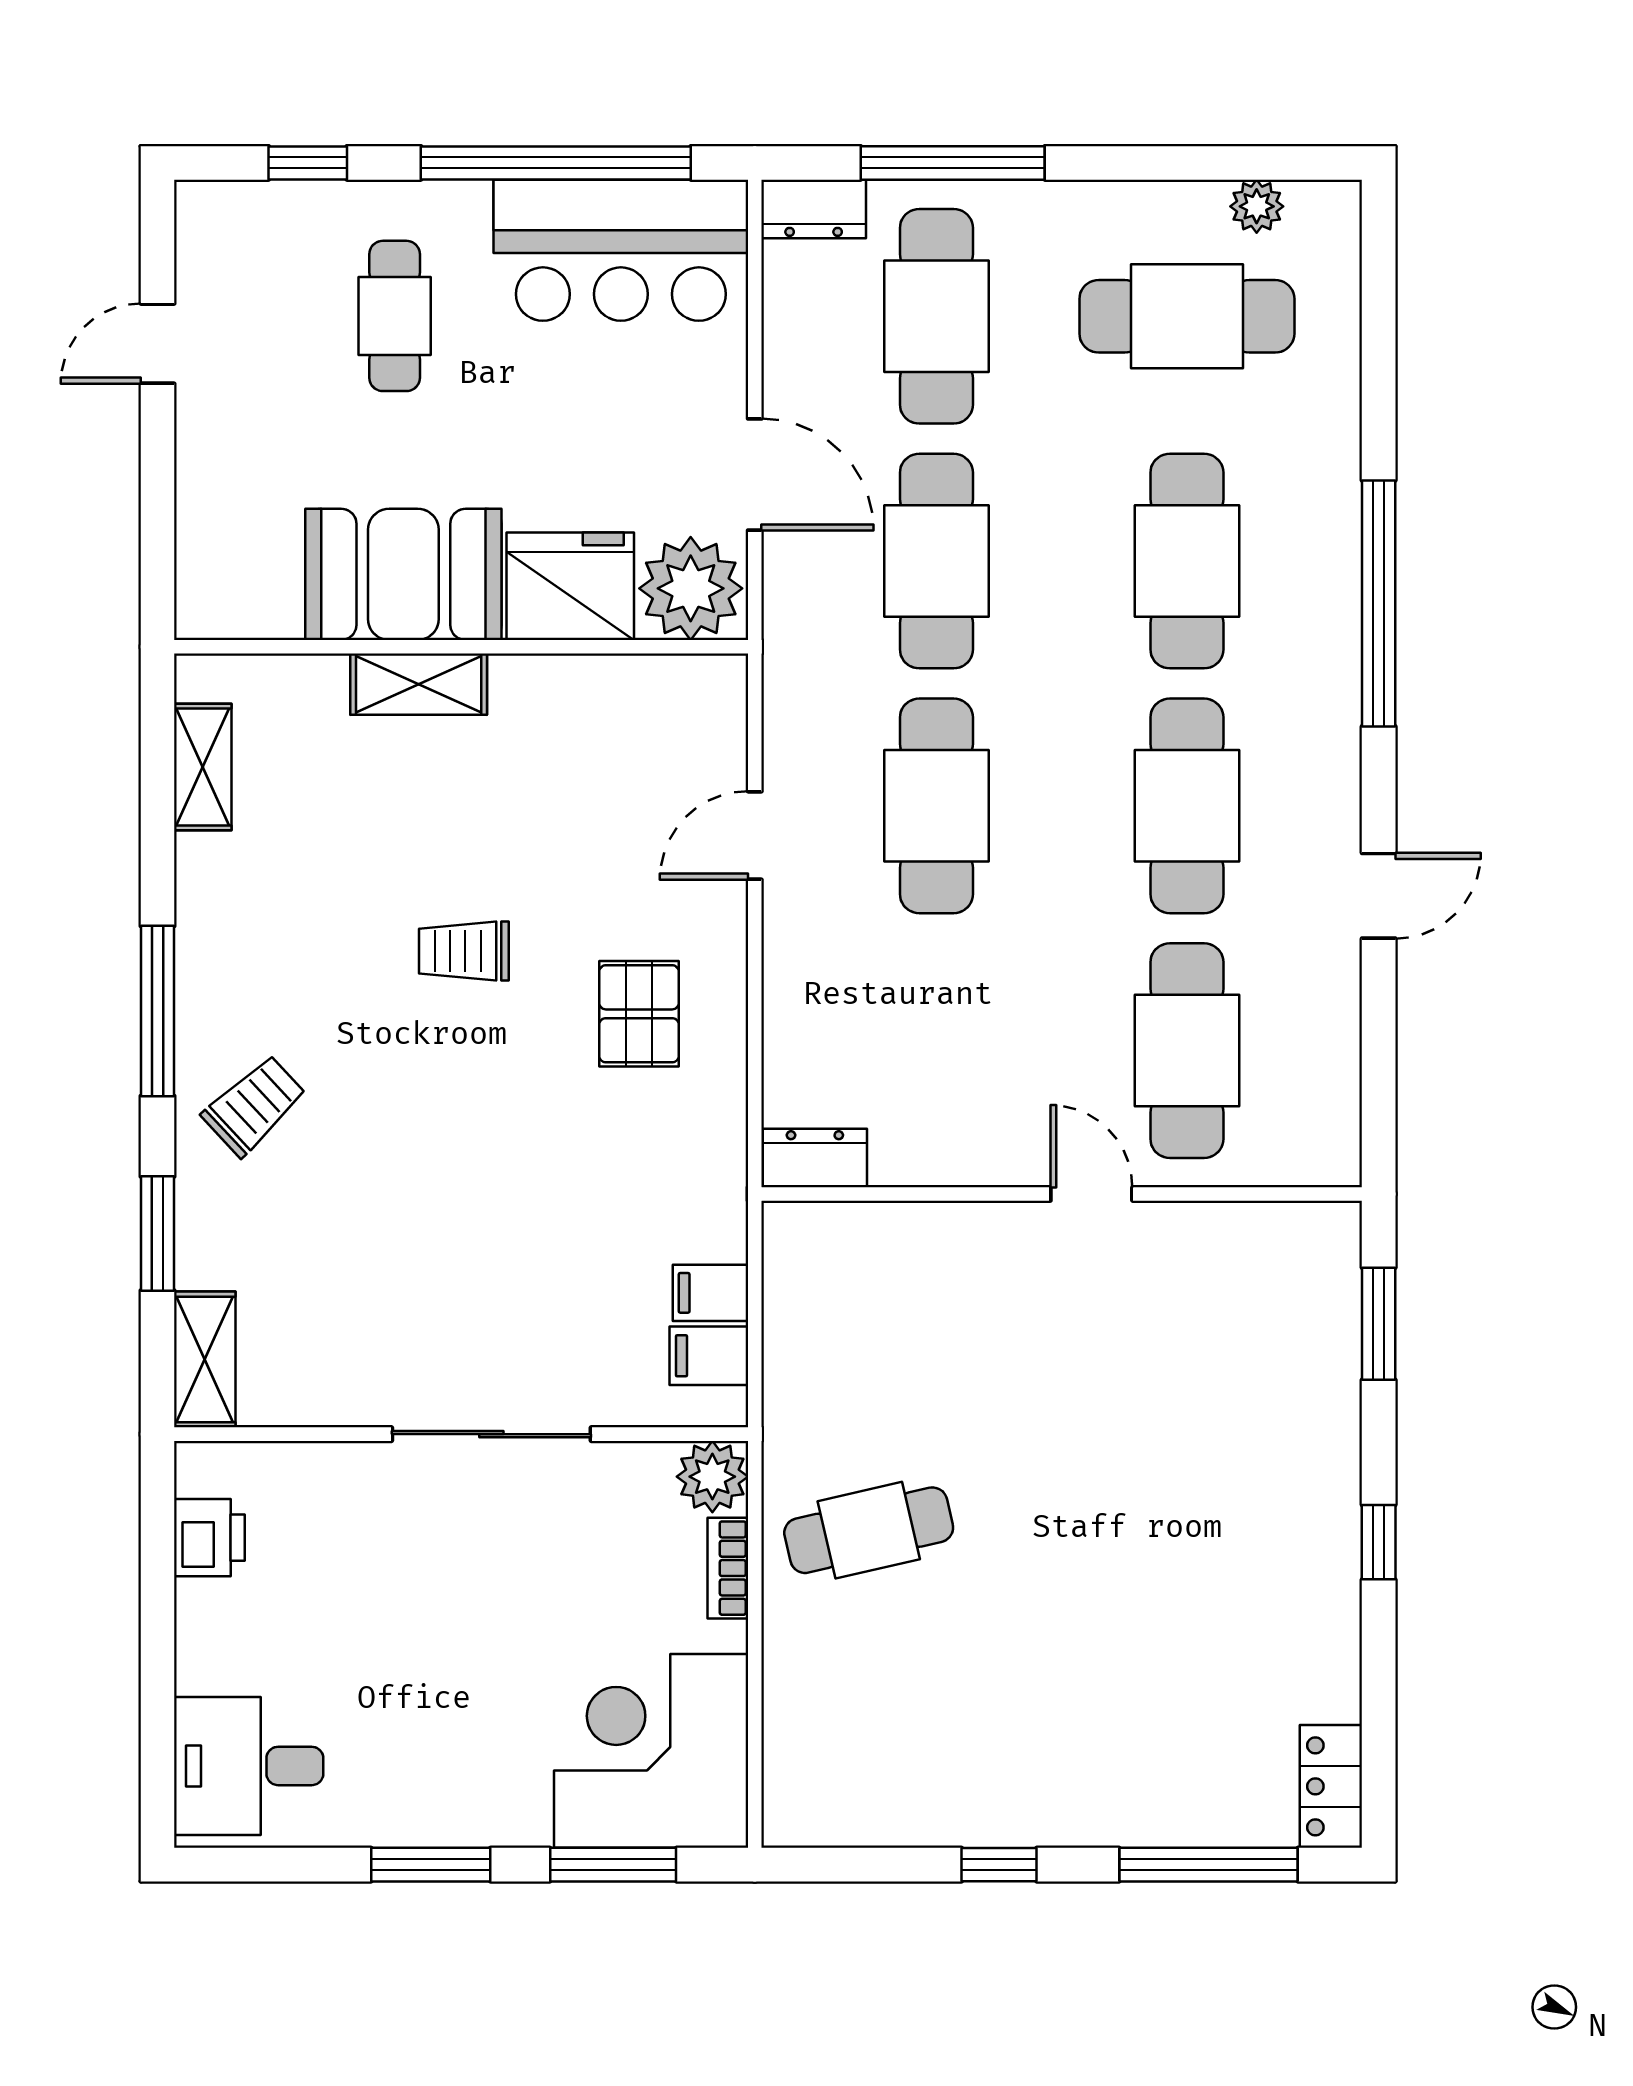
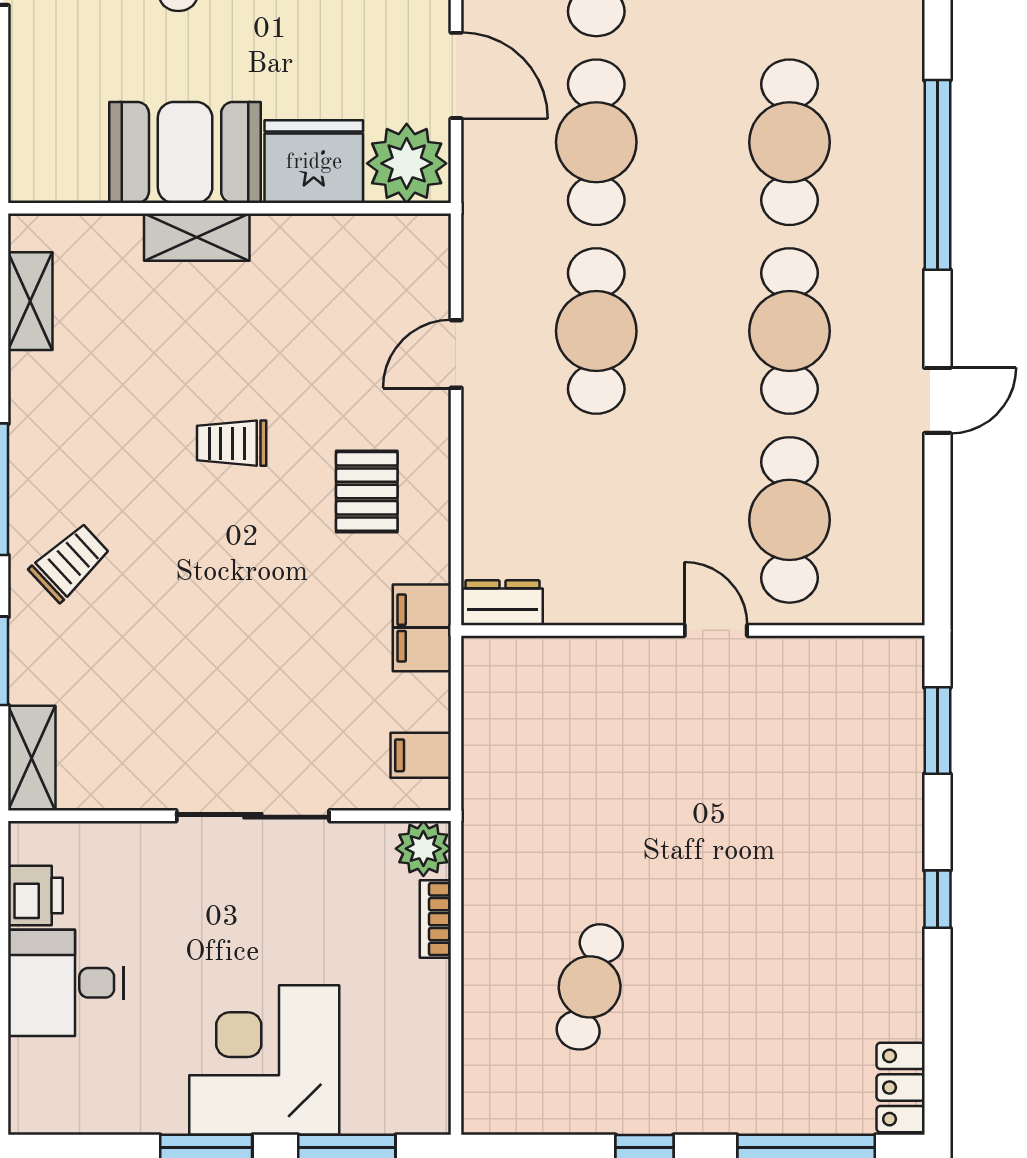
filing cabinet: (710, 1293) -> (422, 628), moved, width x2.00
cafe table: (869, 1530) -> (590, 987), moved, turned -62
corner desk: (651, 1751) -> (264, 1060), moved
desk: (249, 1766) -> (66, 983), moved

